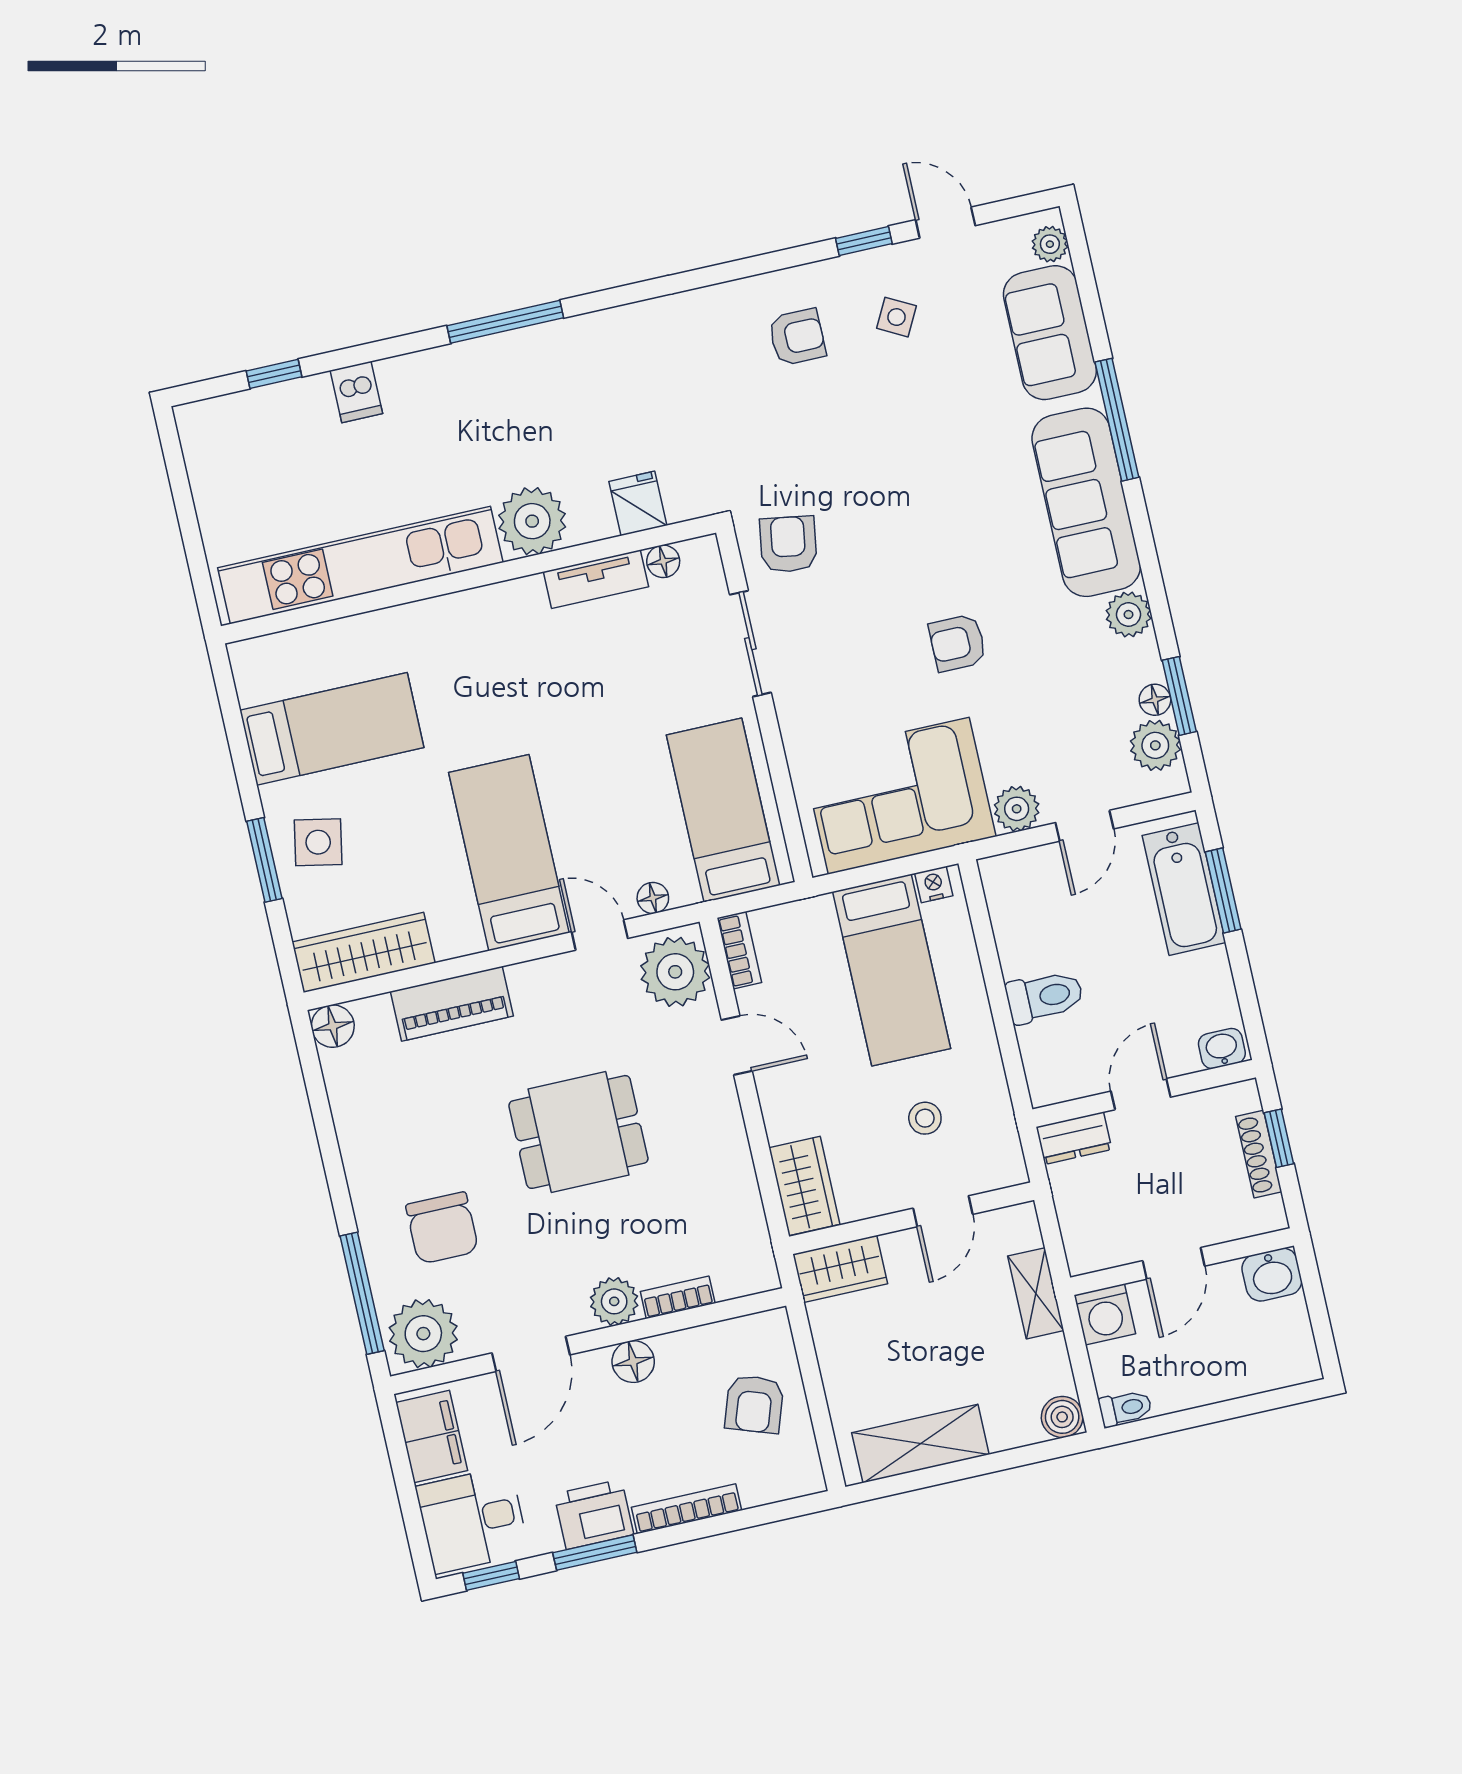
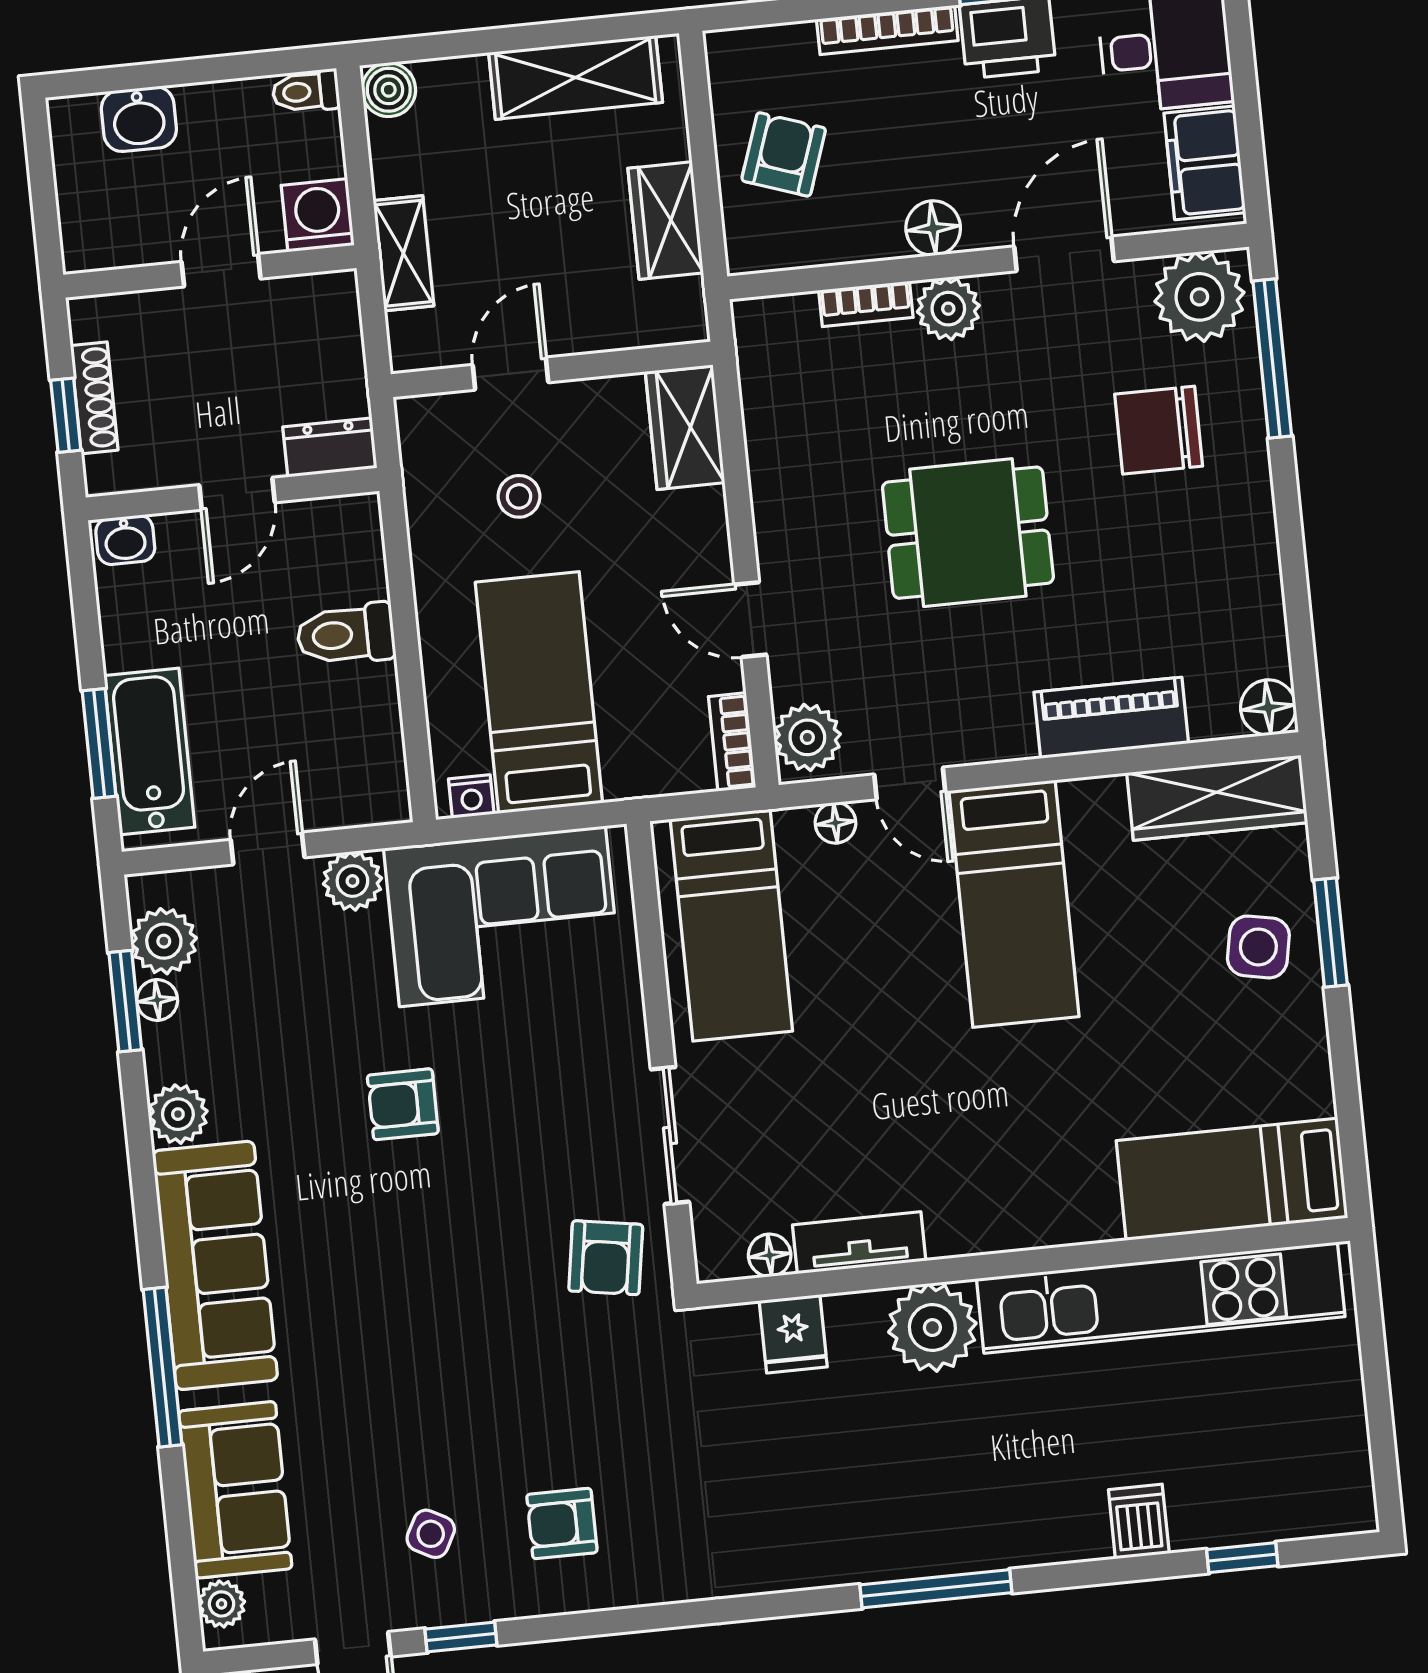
armchair: (958, 643) -> (403, 1104), turned 180
bed: (332, 729) -> (1232, 1179), moved
plant: (675, 972) -> (807, 737), width x0.73, depth x0.73
chair: (442, 1228) -> (1159, 430), turned -90
wardrobe: (840, 1269) -> (666, 221), moved, turned -90
washbasin: (1272, 1275) -> (139, 119), moved, turned 180

